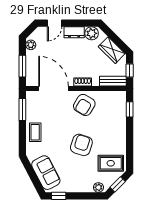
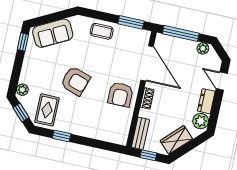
window: (22, 66) -> (181, 33), width x1.44
door: (53, 89) -> (147, 63), hinge flipped
armchair: (84, 105) -> (120, 95), turned -121
window: (130, 109) -> (62, 136), moved

